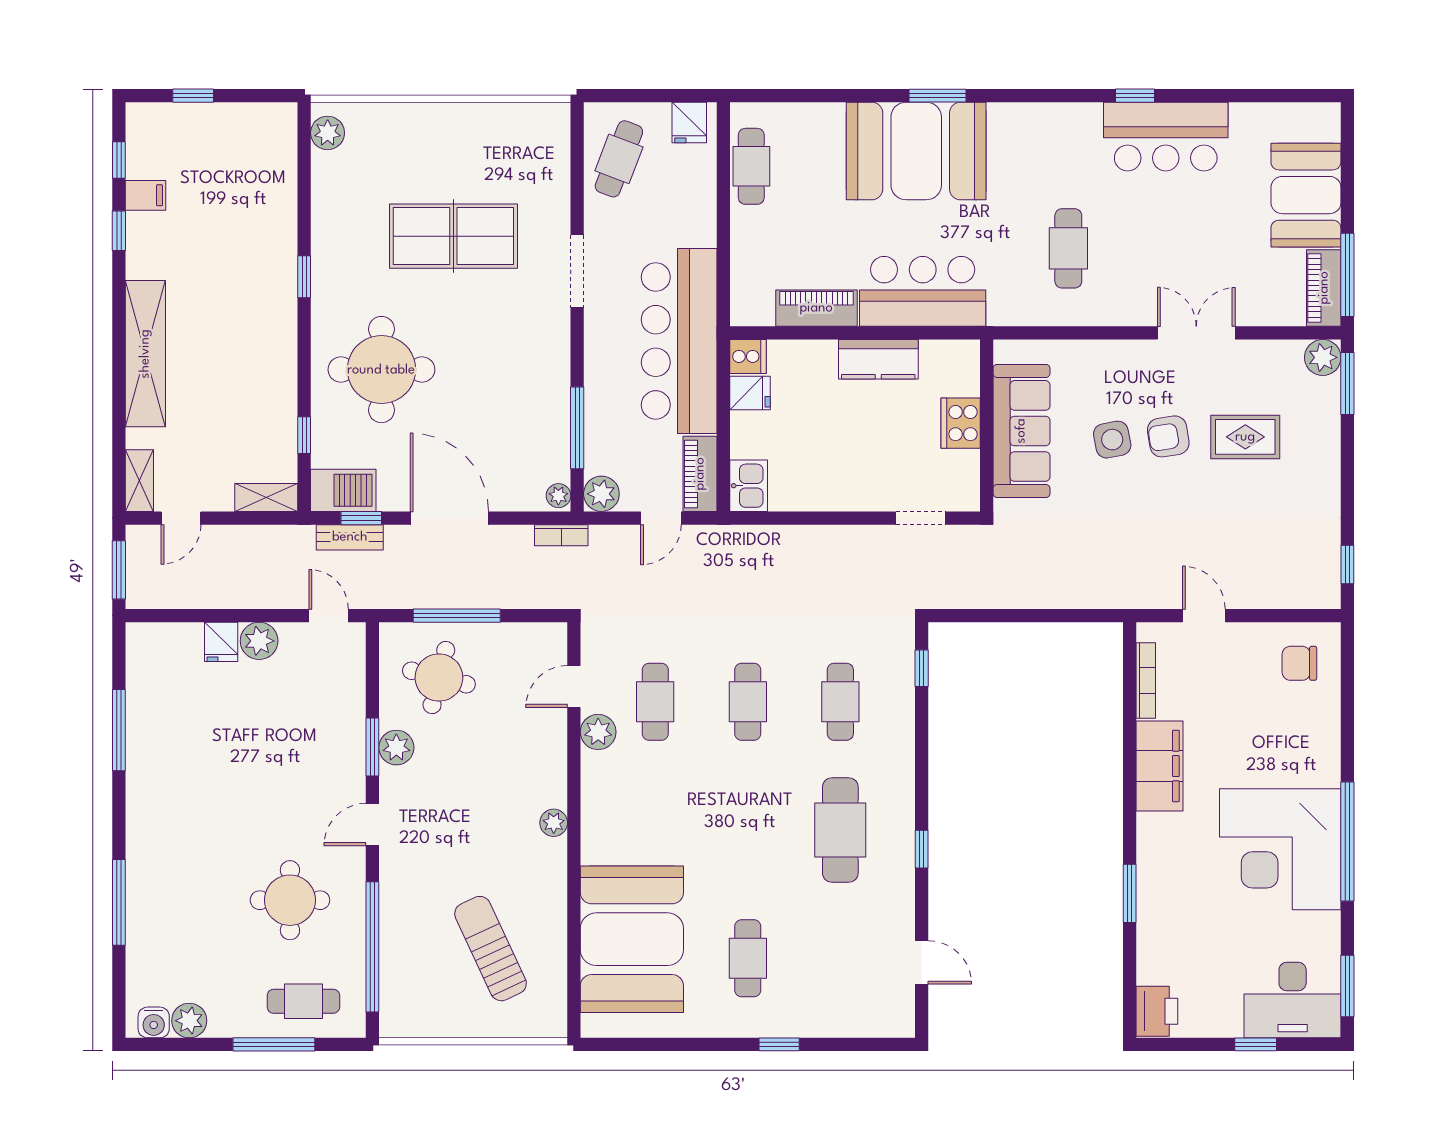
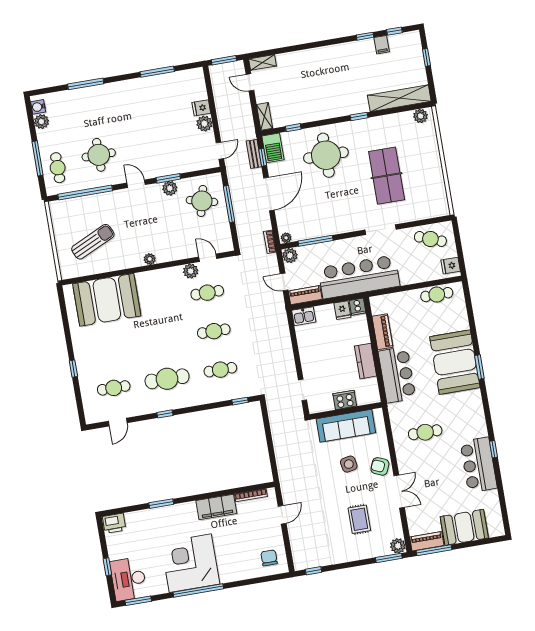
shelving: (145, 354) -> (399, 98), moved
armchair: (1168, 436) -> (380, 466), moved, turned -58
cafe table: (748, 958) -> (114, 388), moved

